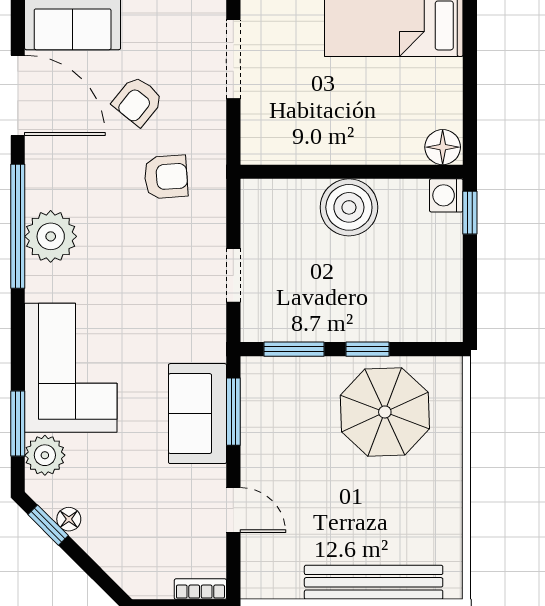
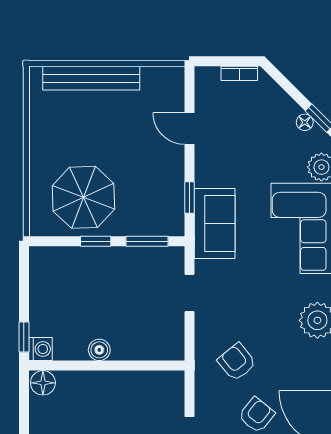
armchair: (166, 177) -> (237, 362), turned 55
boiler: (349, 207) -> (99, 350), width x0.54, depth x0.54
window: (233, 412) -> (190, 198), width x0.67
sofa: (197, 414) -> (215, 224), moved
bookcase: (200, 589) -> (239, 73), moved

